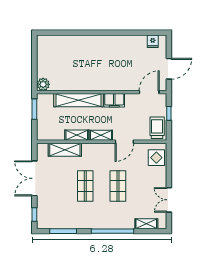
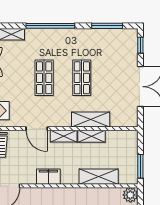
shelving: (78, 100) -> (99, 177), width x0.68
door: (124, 142) -> (37, 129), swing flipped
shelving: (65, 150) -> (91, 120), moved

